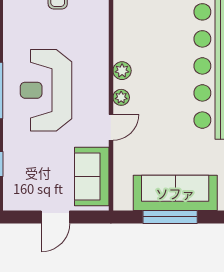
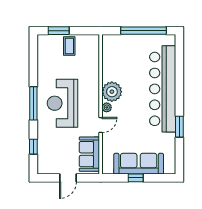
plant: (122, 71) -> (112, 92), width x1.88, depth x1.88
window: (170, 217) -> (136, 178), width x0.46

